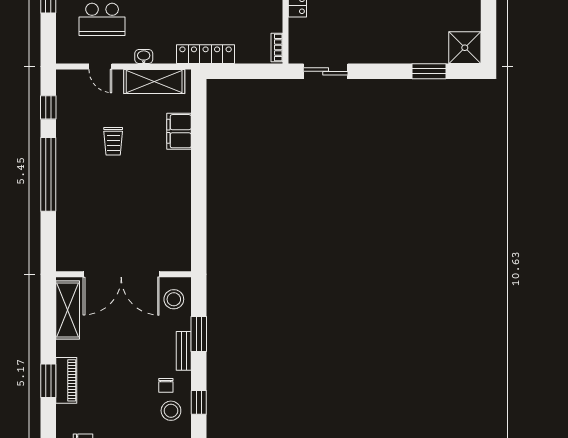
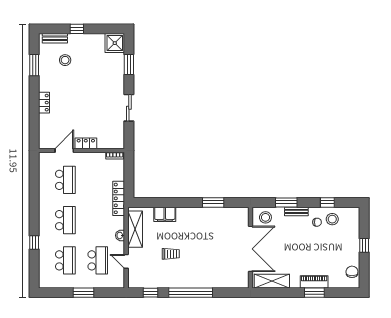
door: (100, 67) -> (126, 261), swing flipped
sliding door: (326, 71) -> (129, 108), moved
window: (199, 212) -> (213, 202), added

